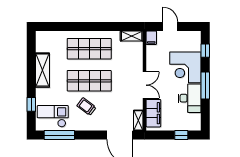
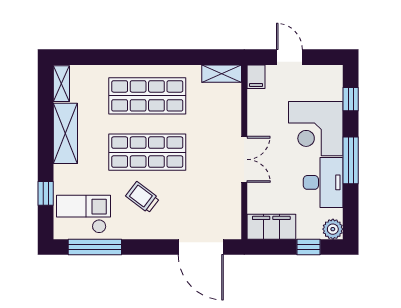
filing cabinet: (153, 113) -> (271, 227), moved, turned -90
shelving: (138, 120) -> (61, 84), moved
plant: (195, 125) -> (333, 229), added

